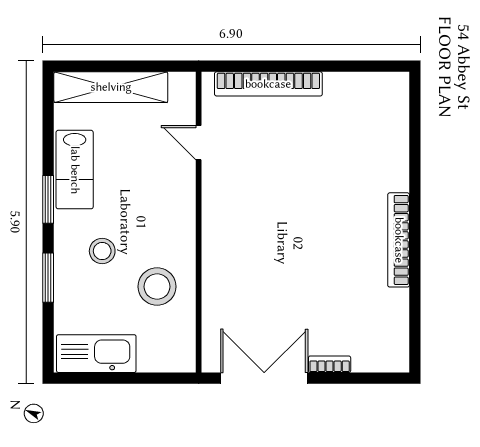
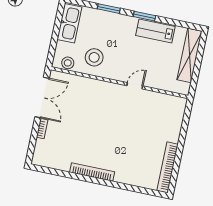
bookcase: (268, 84) -> (167, 167), moved
door: (199, 143) -> (135, 86), moved
stool: (102, 251) -> (68, 63), moved

